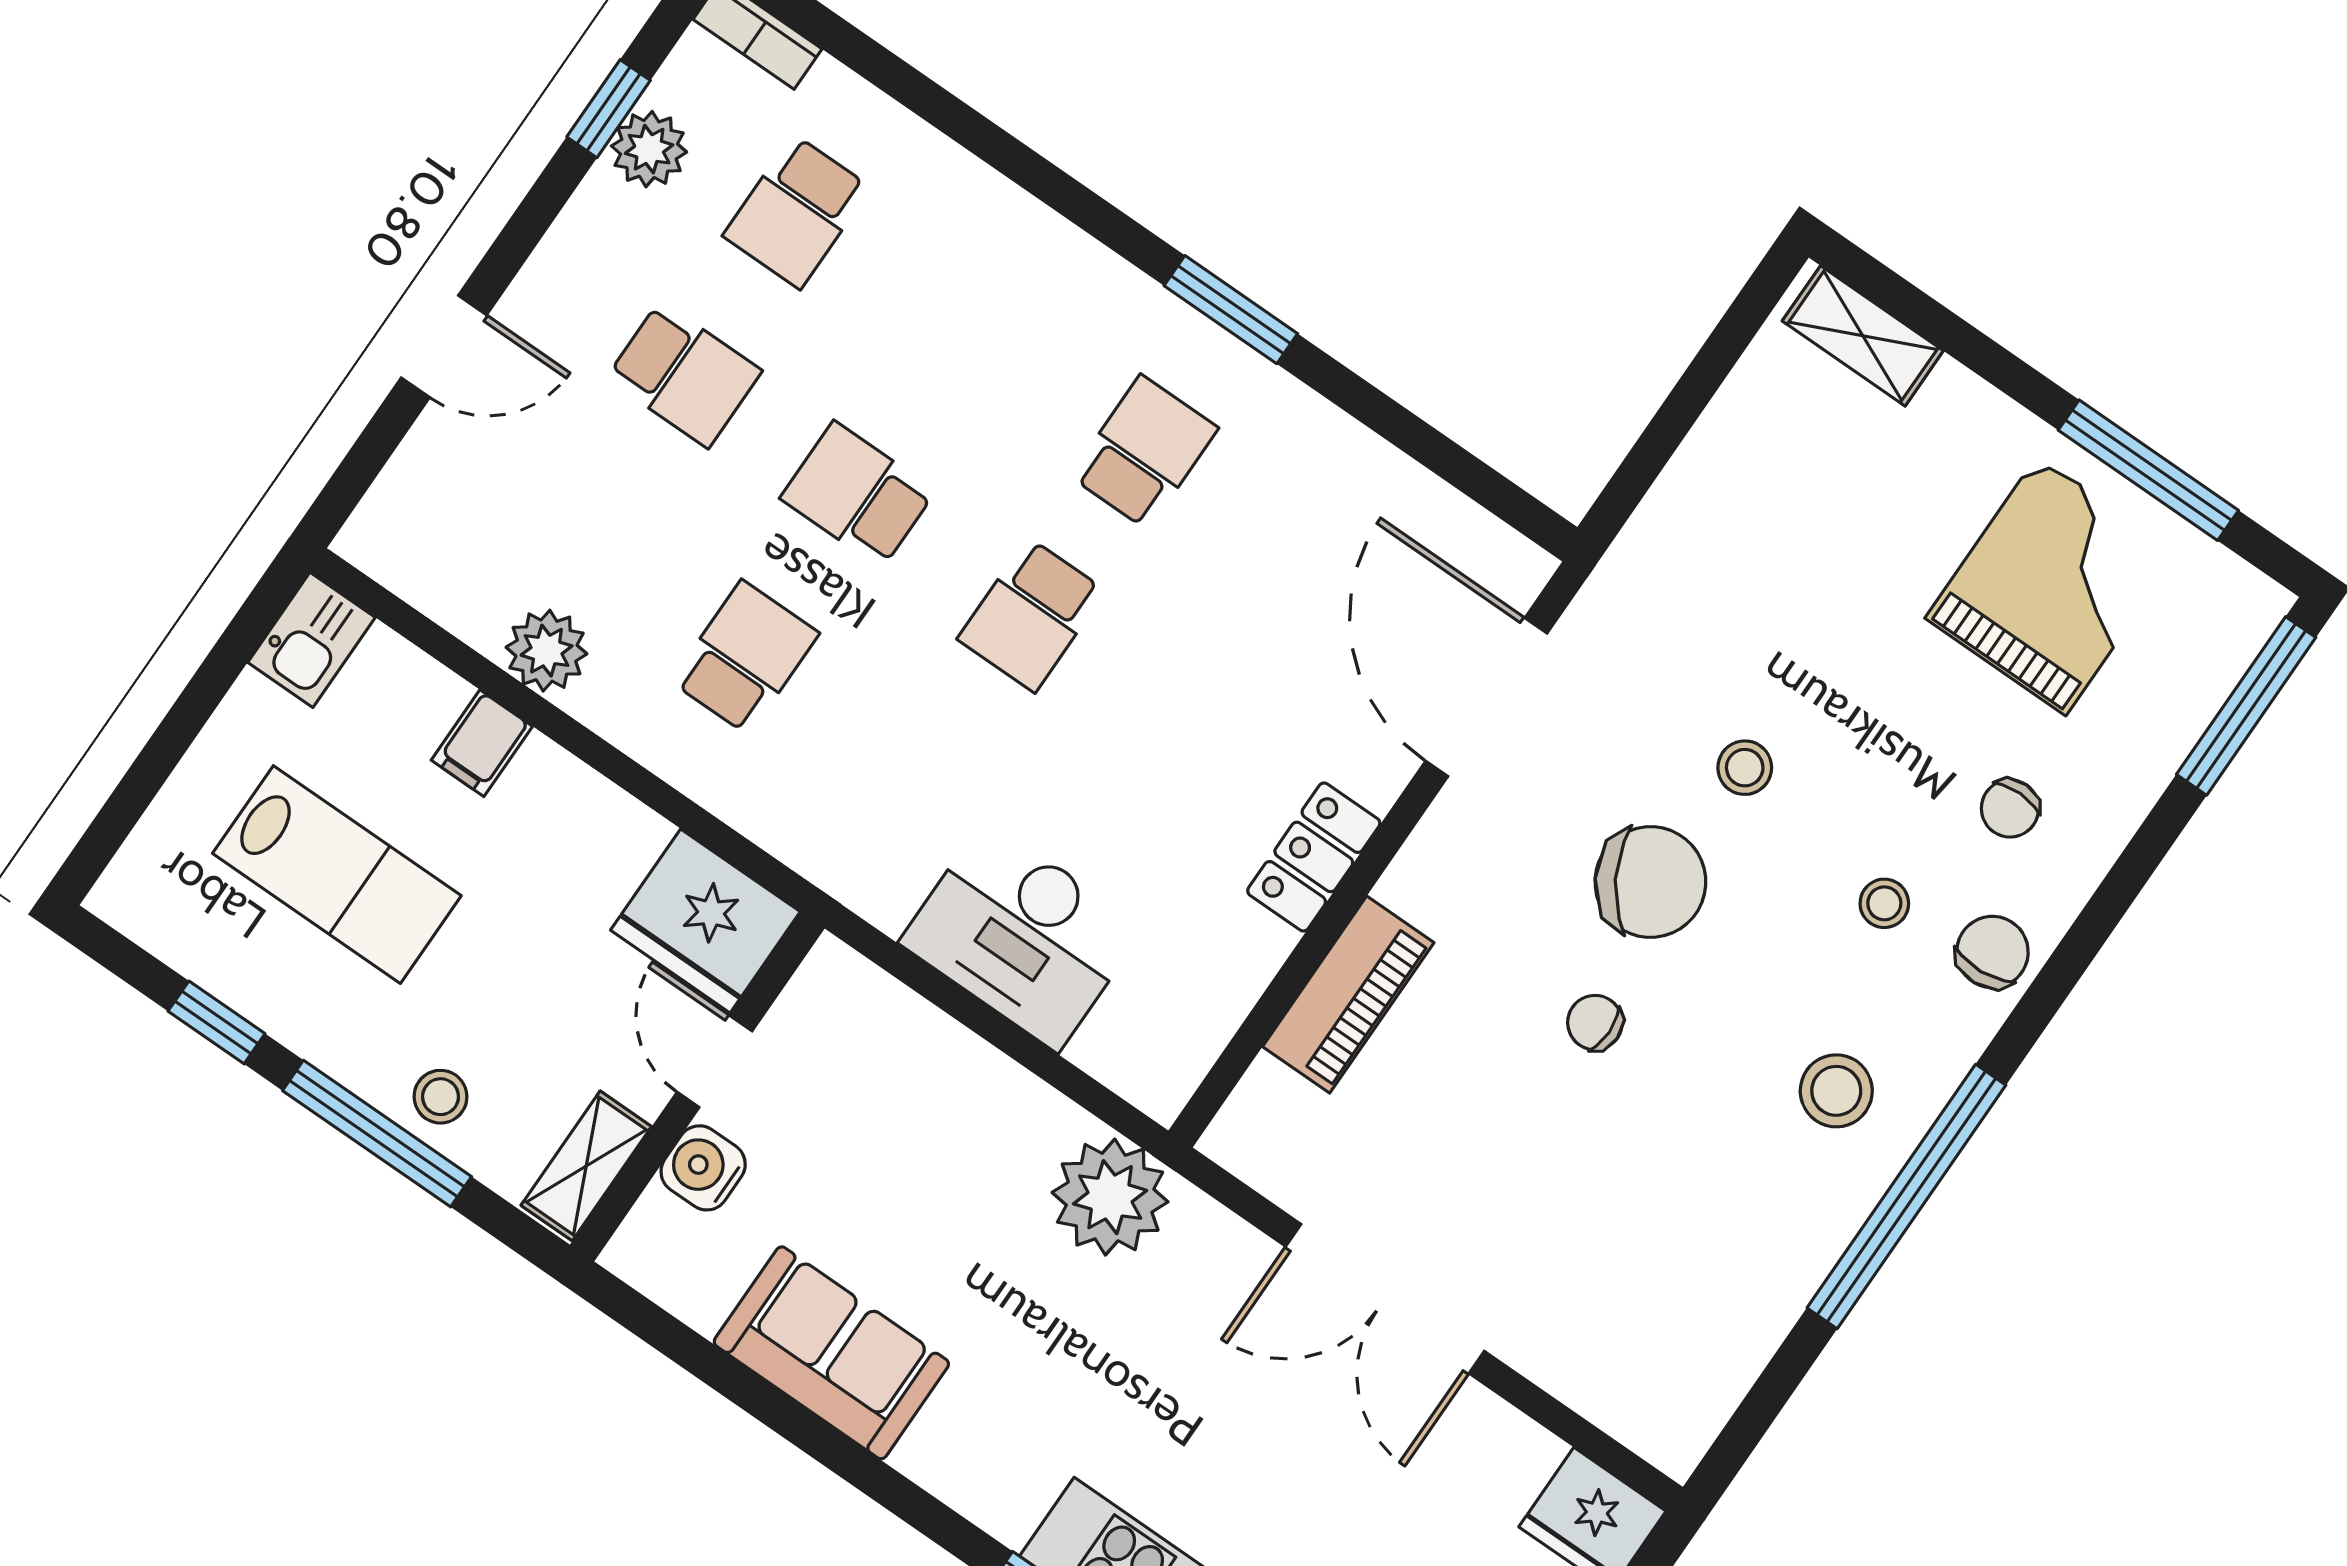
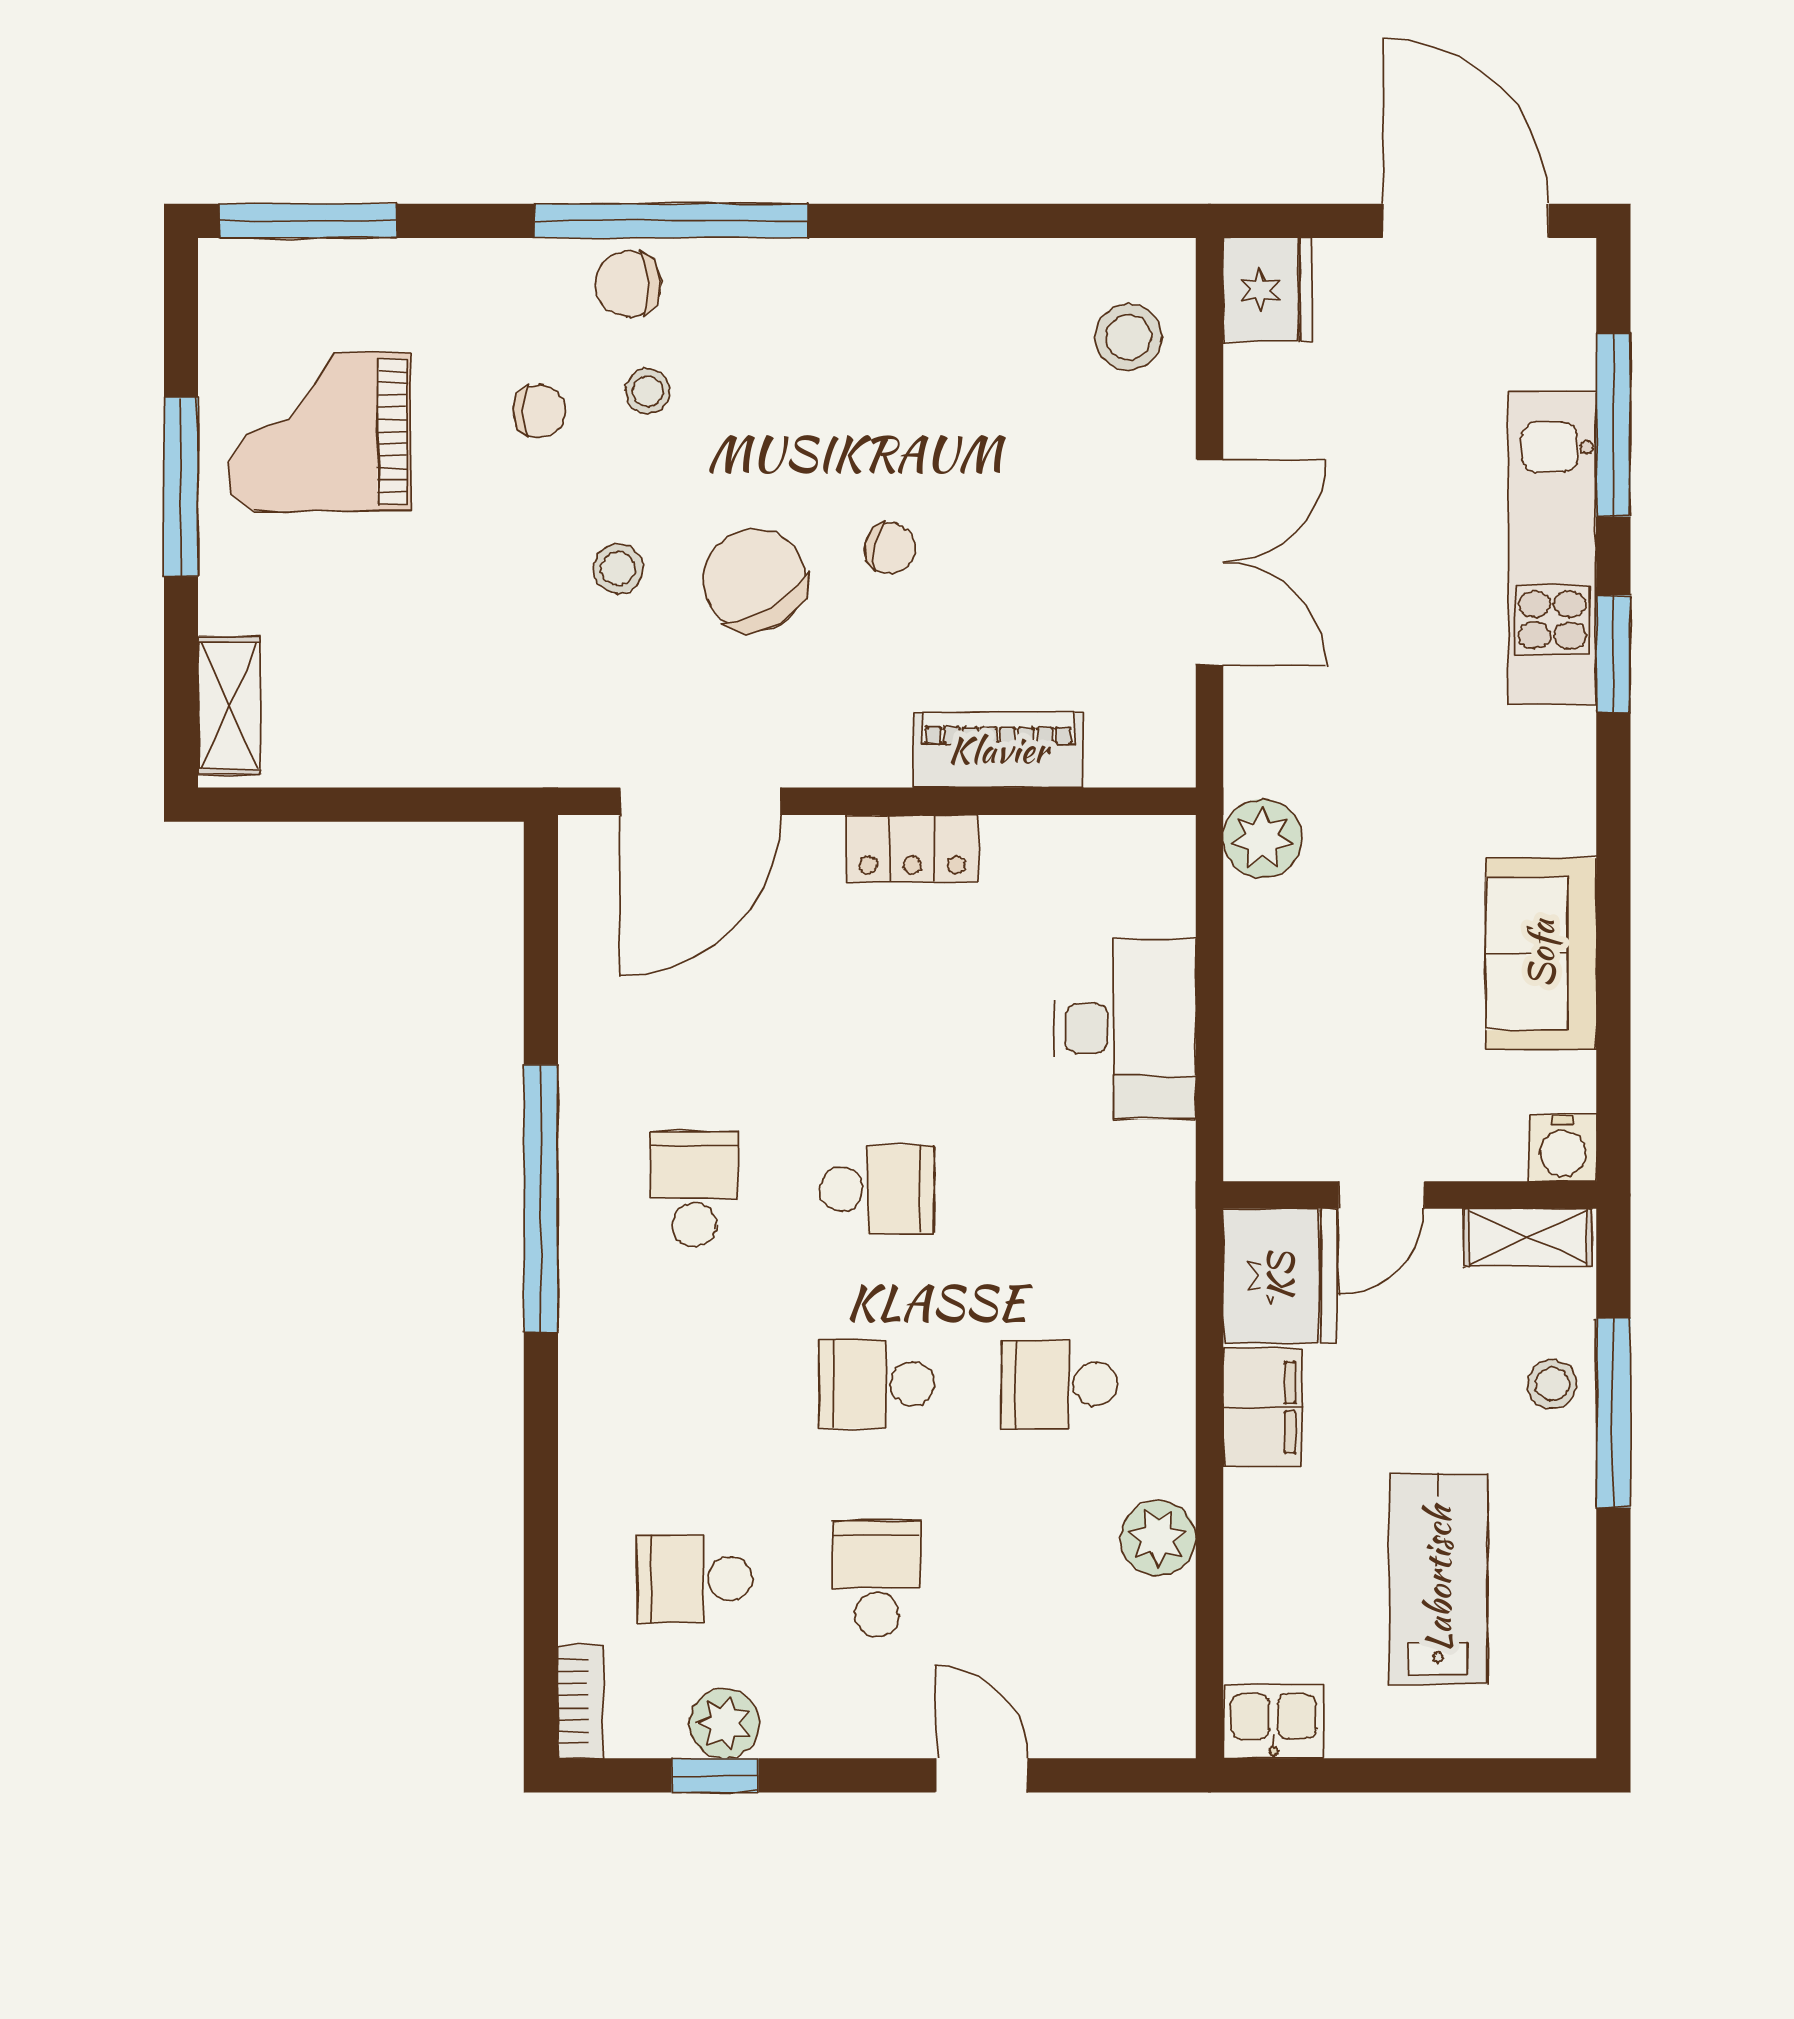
school desk: (797, 212) -> (694, 1579), turned 180
window: (1231, 310) -> (541, 1198), width x2.11
school desk: (1144, 452) -> (694, 1189), turned 90
window: (2148, 470) -> (181, 487), moved
school desk: (858, 495) -> (877, 1384), turned 90
filing cabinet: (482, 743) -> (1262, 1407), moved, width x2.00
chair: (2010, 808) -> (539, 411), moved
window: (217, 1022) -> (1613, 1593), removed
chair: (1595, 1023) -> (890, 548), turned -78
stool: (1836, 1091) -> (1129, 337), moved
water cooler: (703, 1168) -> (1563, 1148), moved
plant: (1110, 1197) -> (1262, 838), width x0.73, depth x0.73
window: (1906, 1197) -> (671, 221), moved

